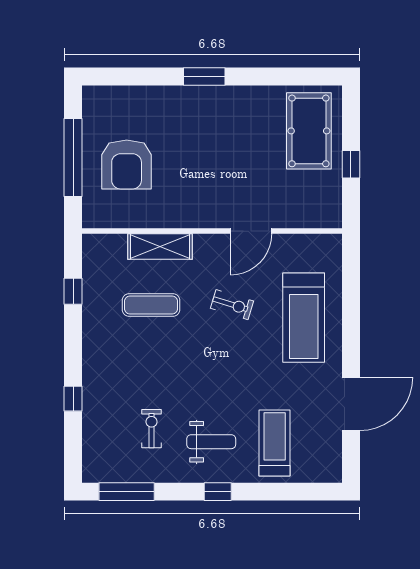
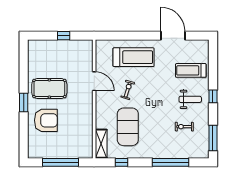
pool table: (309, 131) -> (49, 89), moved
armchair: (127, 164) -> (46, 120), moved
shelving: (160, 247) -> (101, 144), moved
exercise mat: (151, 305) -> (128, 127), width x2.00, depth x1.45
window: (73, 399) -> (171, 162), width x3.17
weight bench: (211, 442) -> (190, 99), turned 90

